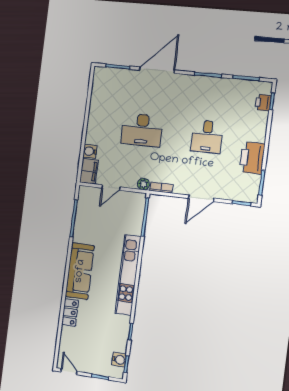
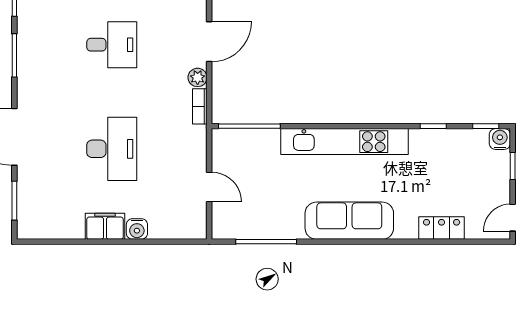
water cooler: (90, 151) -> (137, 229), moved
filing cabinet: (89, 171) -> (105, 226), moved
plant: (143, 184) -> (198, 77), moved
door: (201, 198) -> (209, 42), hinge flipped
locker: (70, 312) -> (442, 228), moved
water cooler: (119, 360) -> (500, 139), moved

